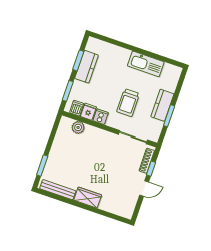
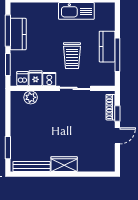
window: (78, 60) -> (8, 31), width x1.44
window: (169, 116) -> (117, 55), width x1.44
sliding door: (133, 137) -> (75, 88), moved

